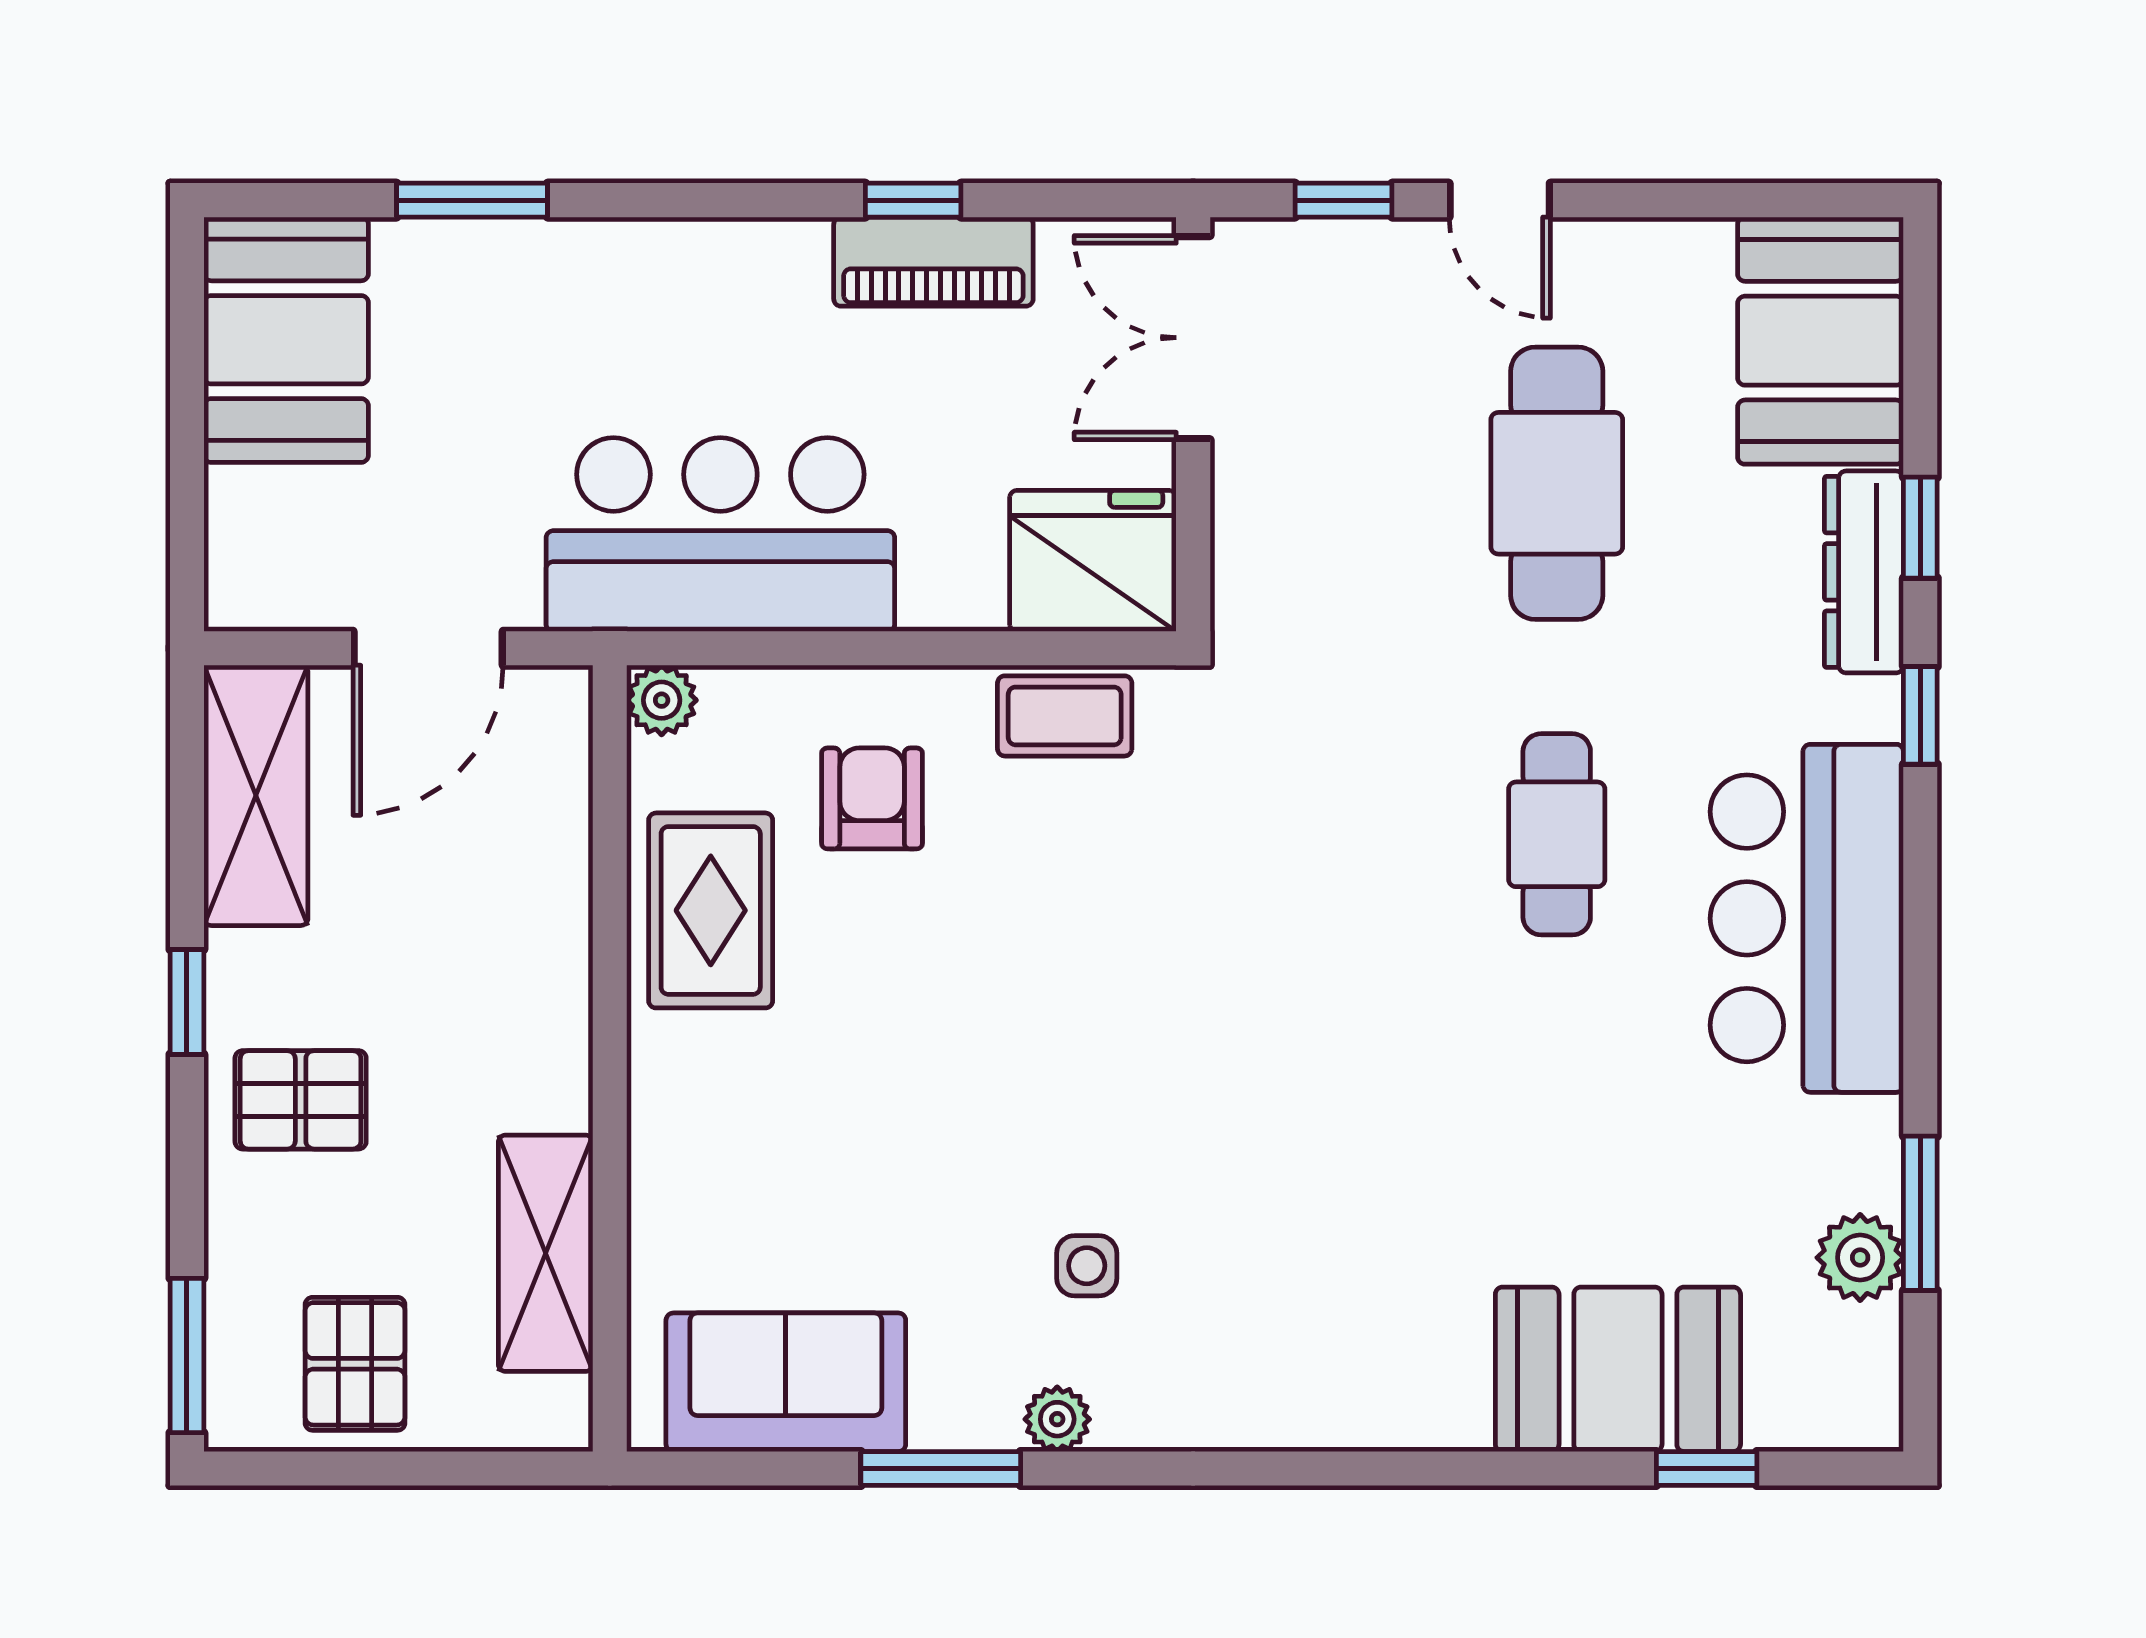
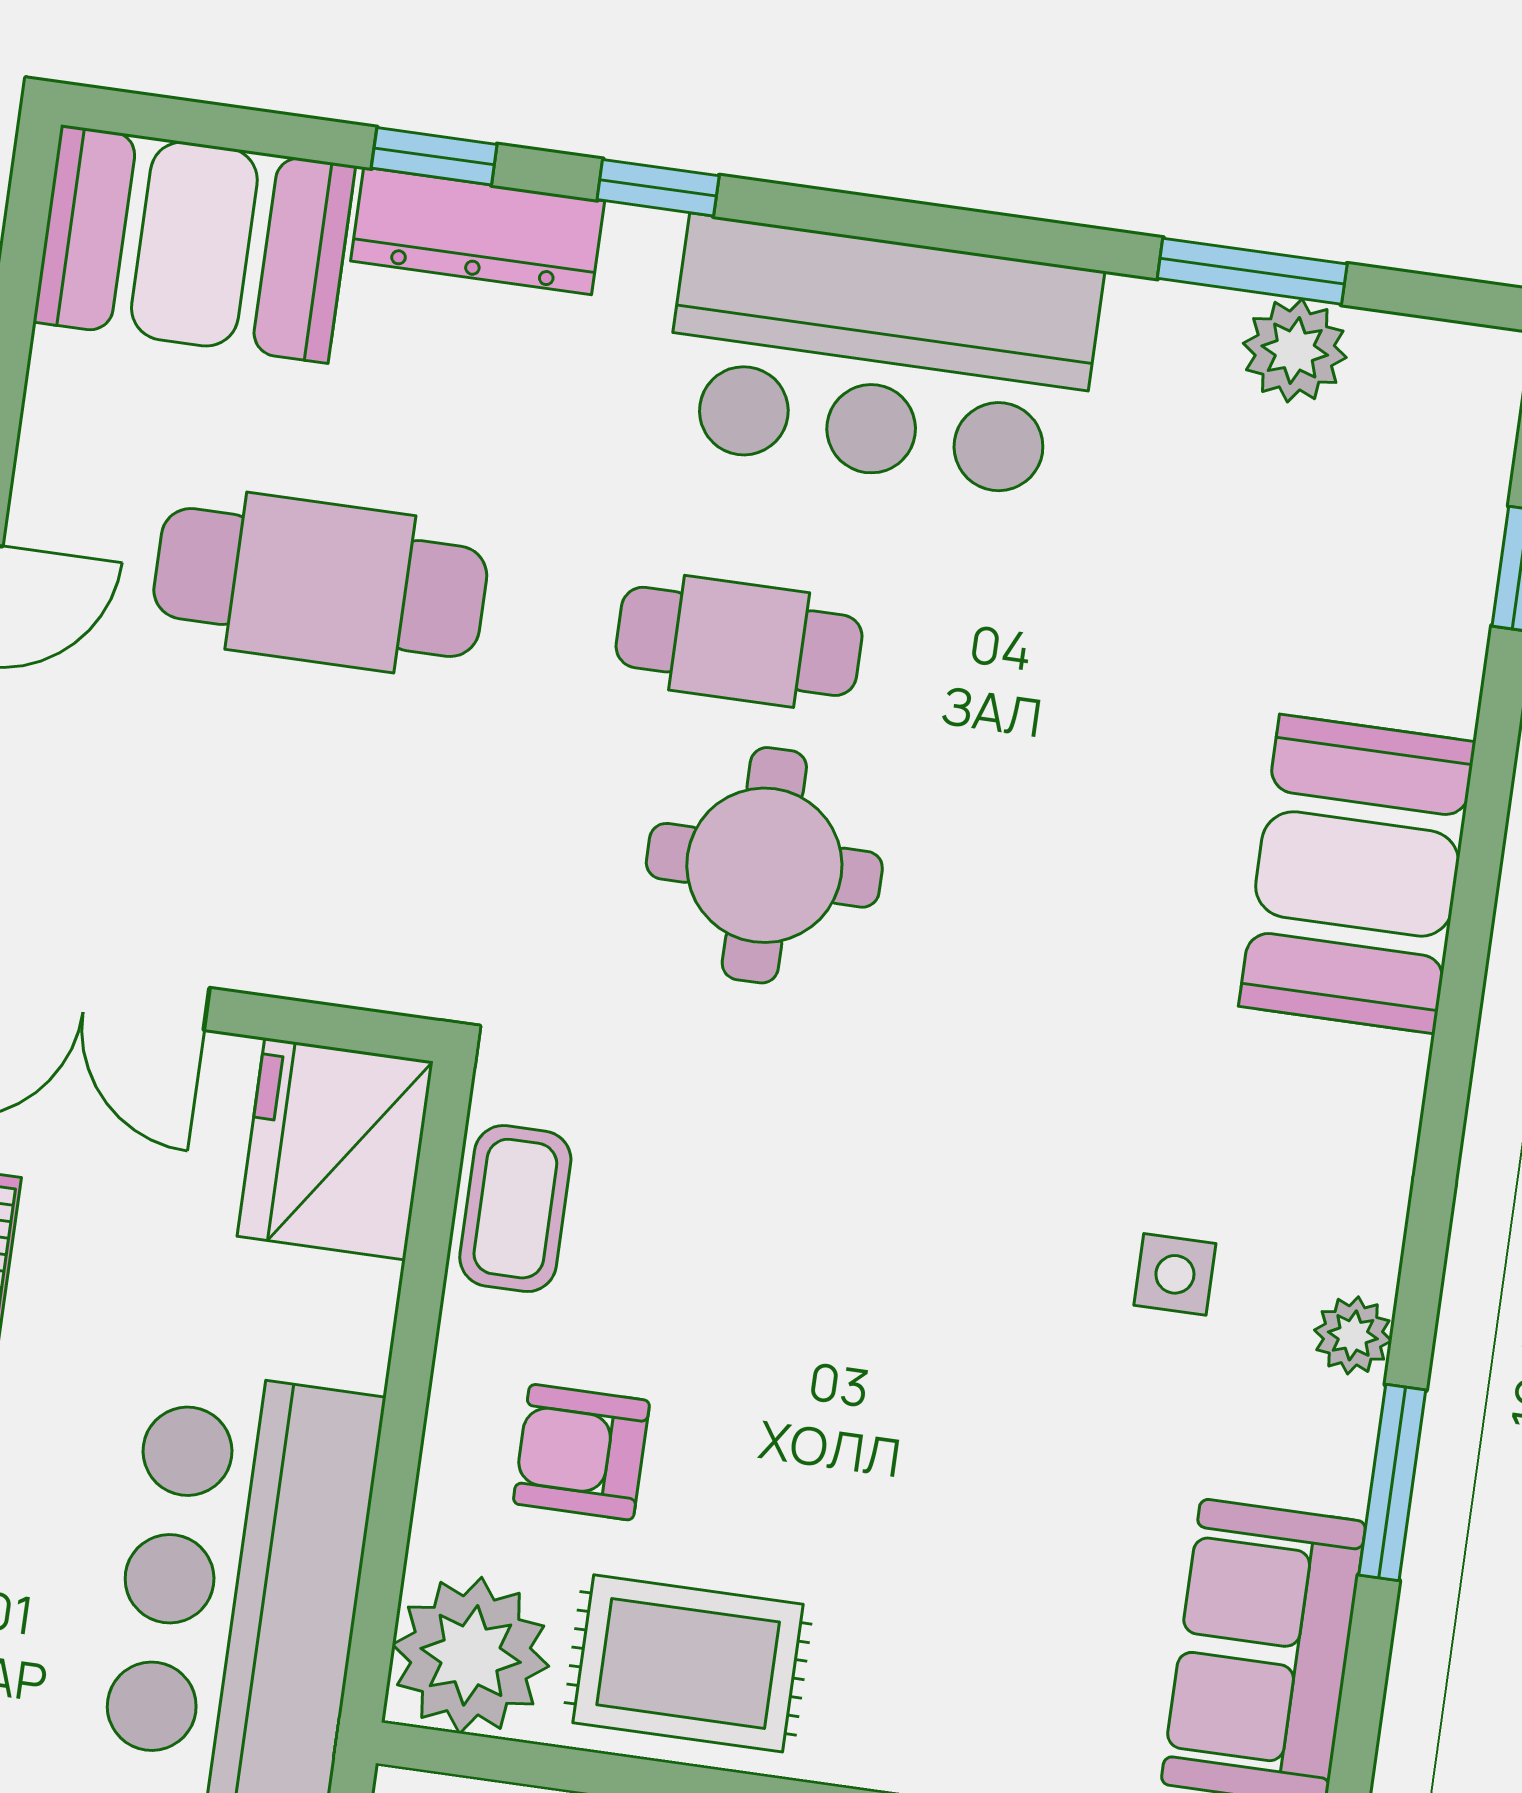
plant: (662, 700) -> (471, 1655), width x1.87, depth x1.87
round table: (1376, 881) -> (764, 865), added
booth: (1618, 1369) -> (1357, 874), moved

